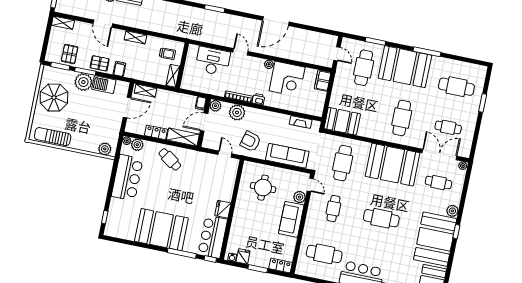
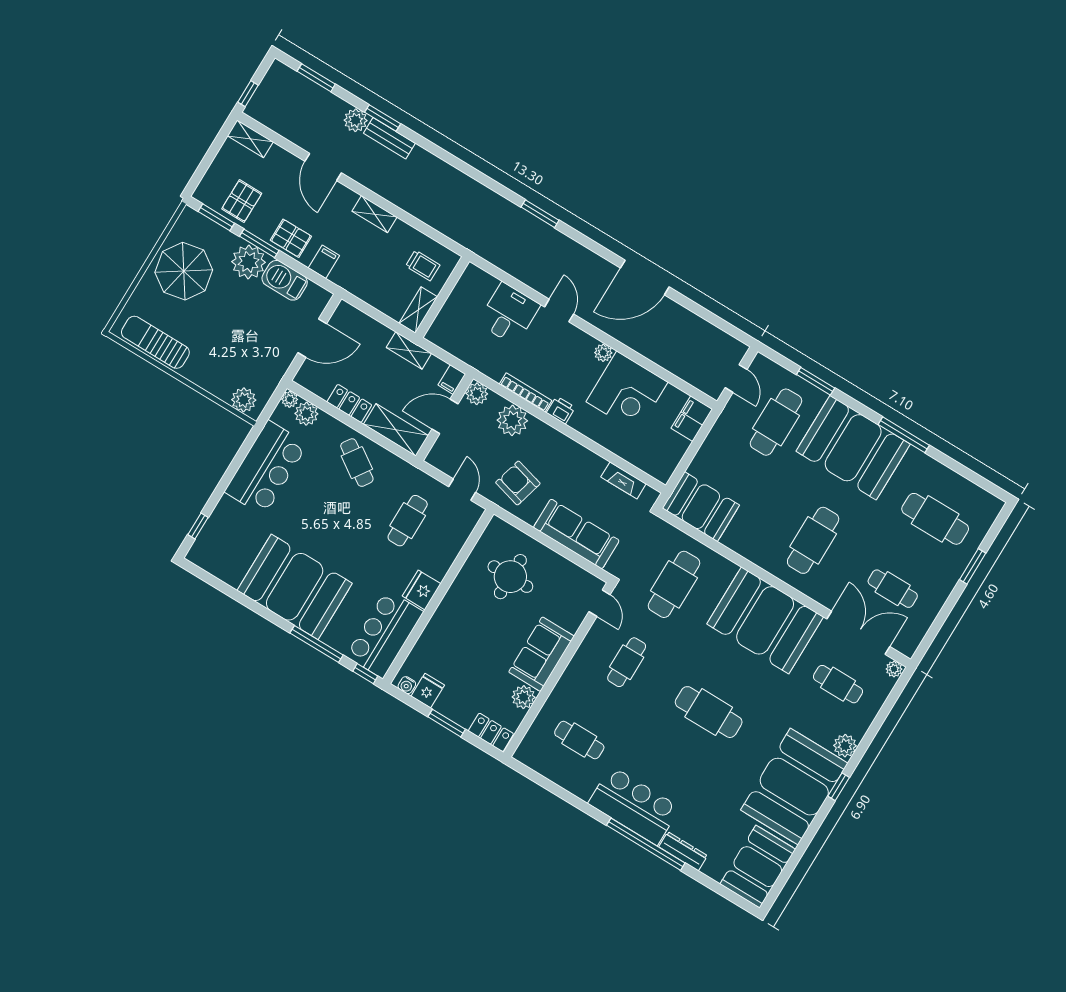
desk: (213, 61) -> (509, 314), width x0.73
shelving: (146, 91) -> (409, 350), moved
cafe table: (204, 178) -> (408, 521), added
plant: (299, 197) -> (524, 697), moved
cafe table: (324, 254) -> (579, 740), width x0.73, depth x0.74

